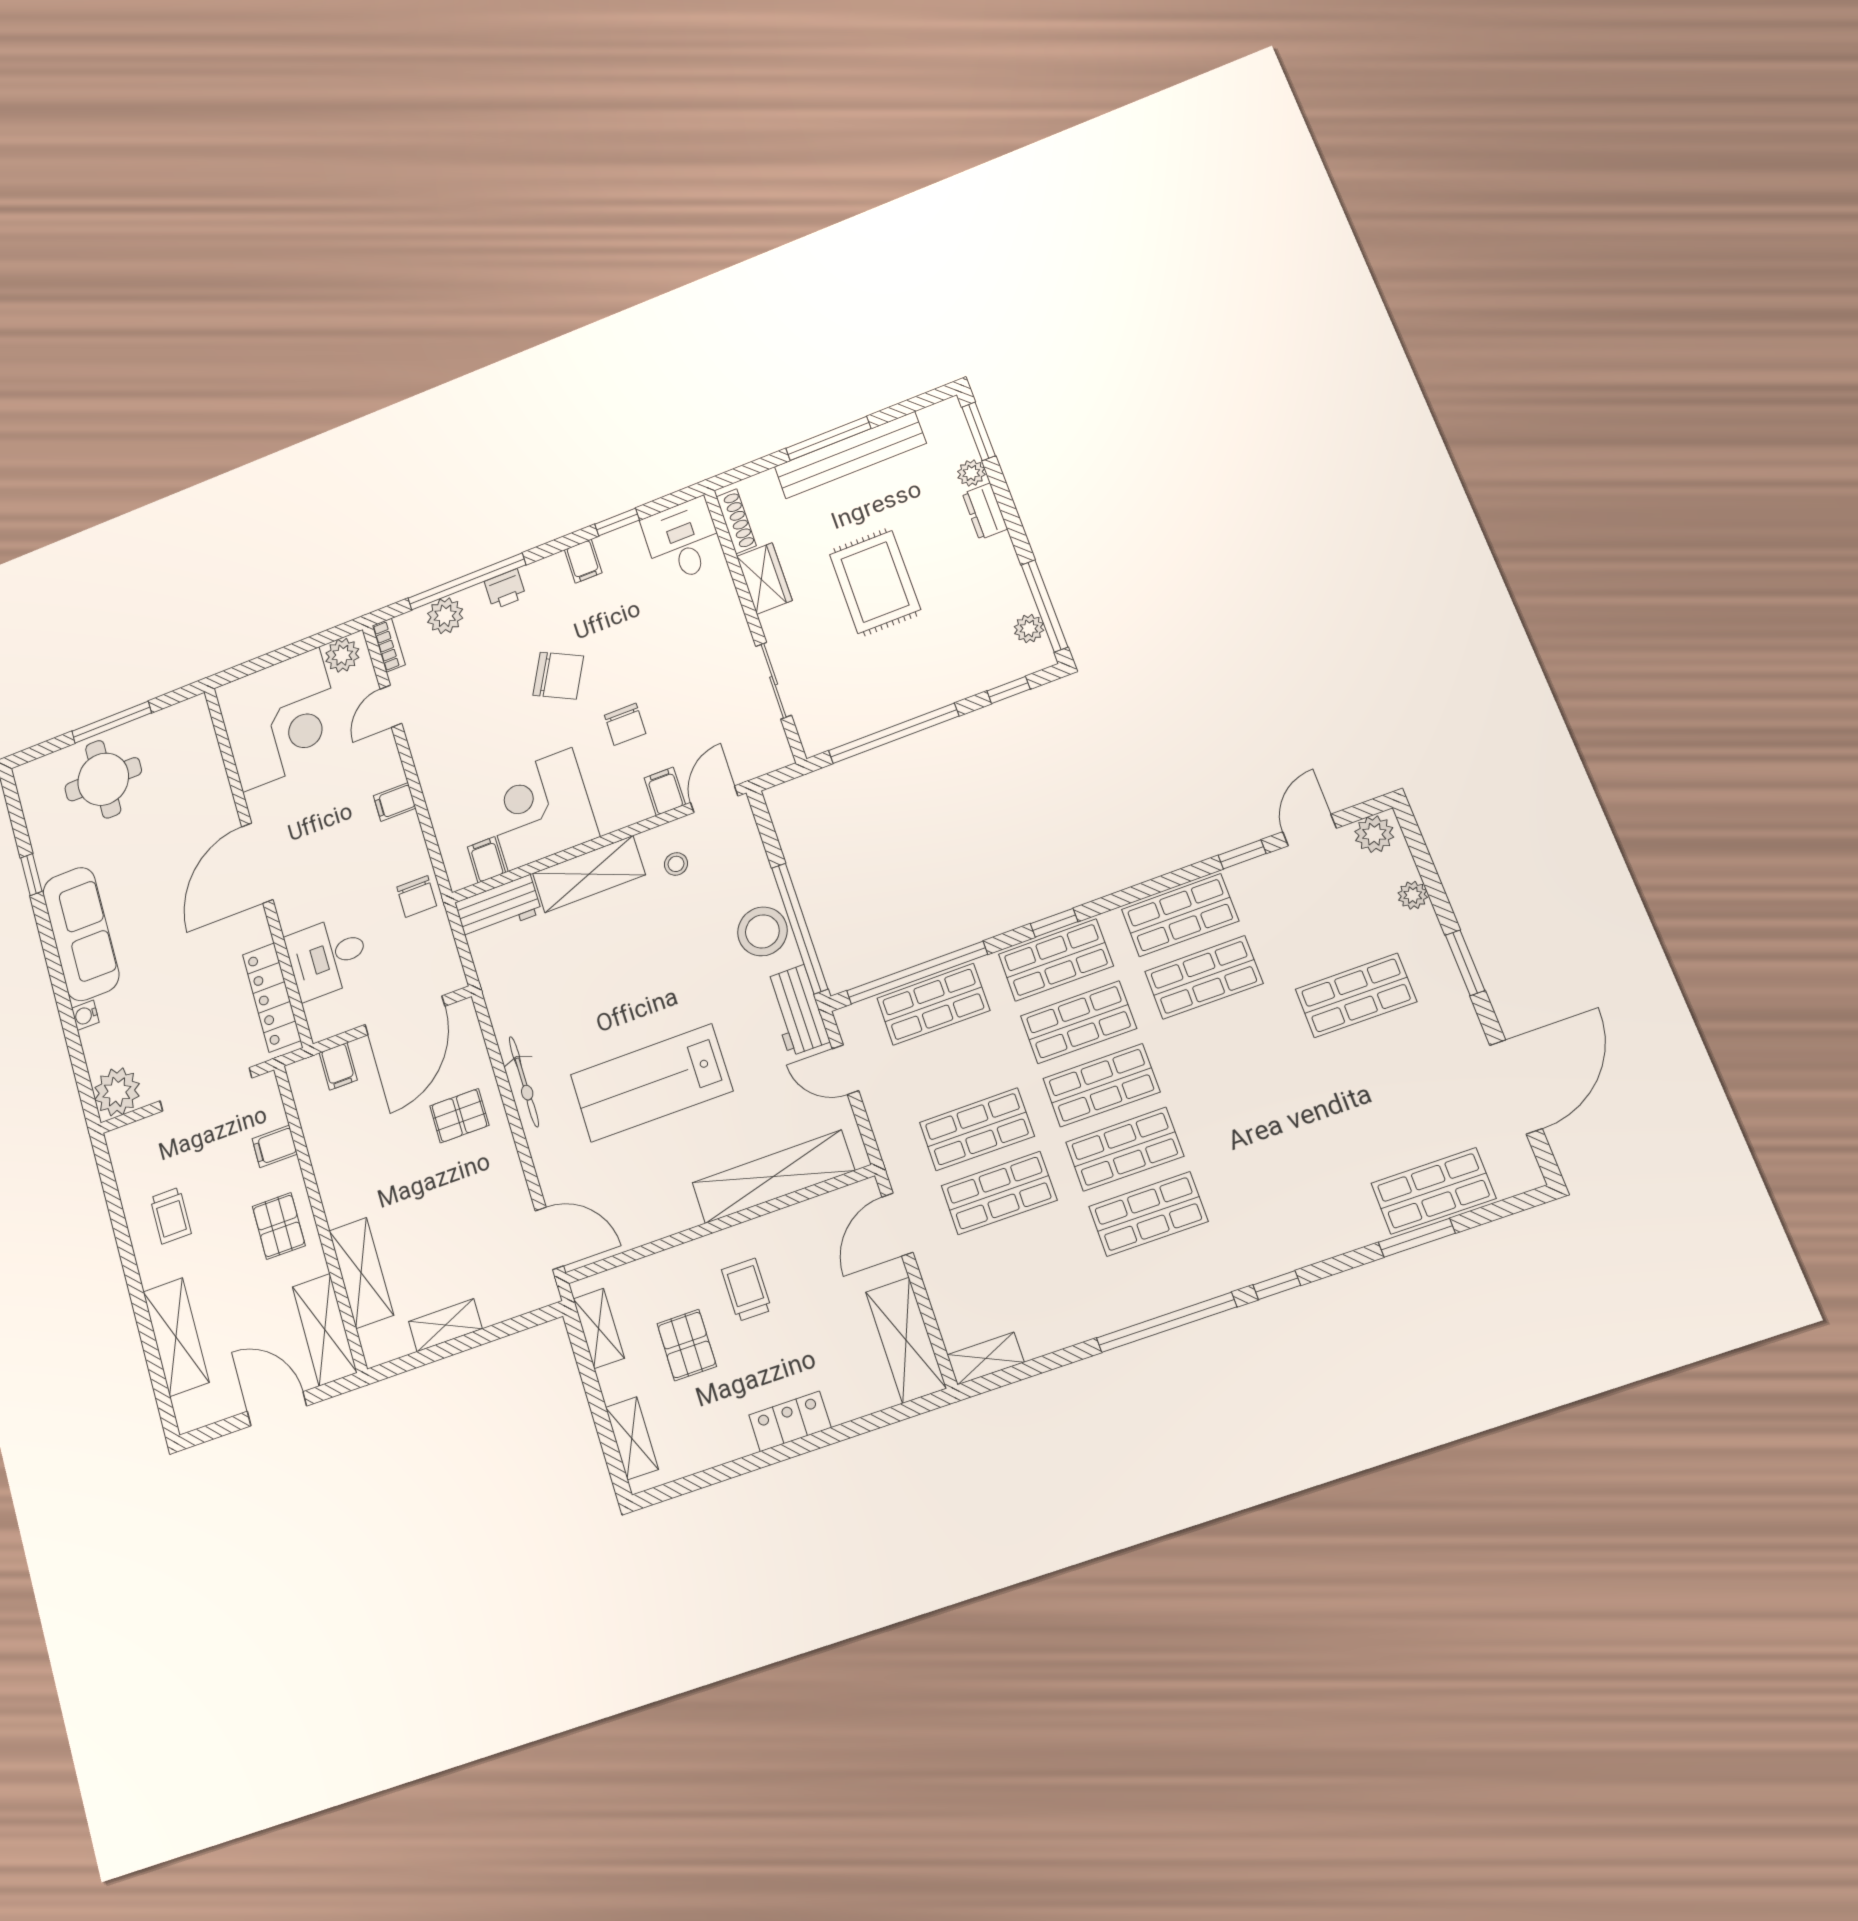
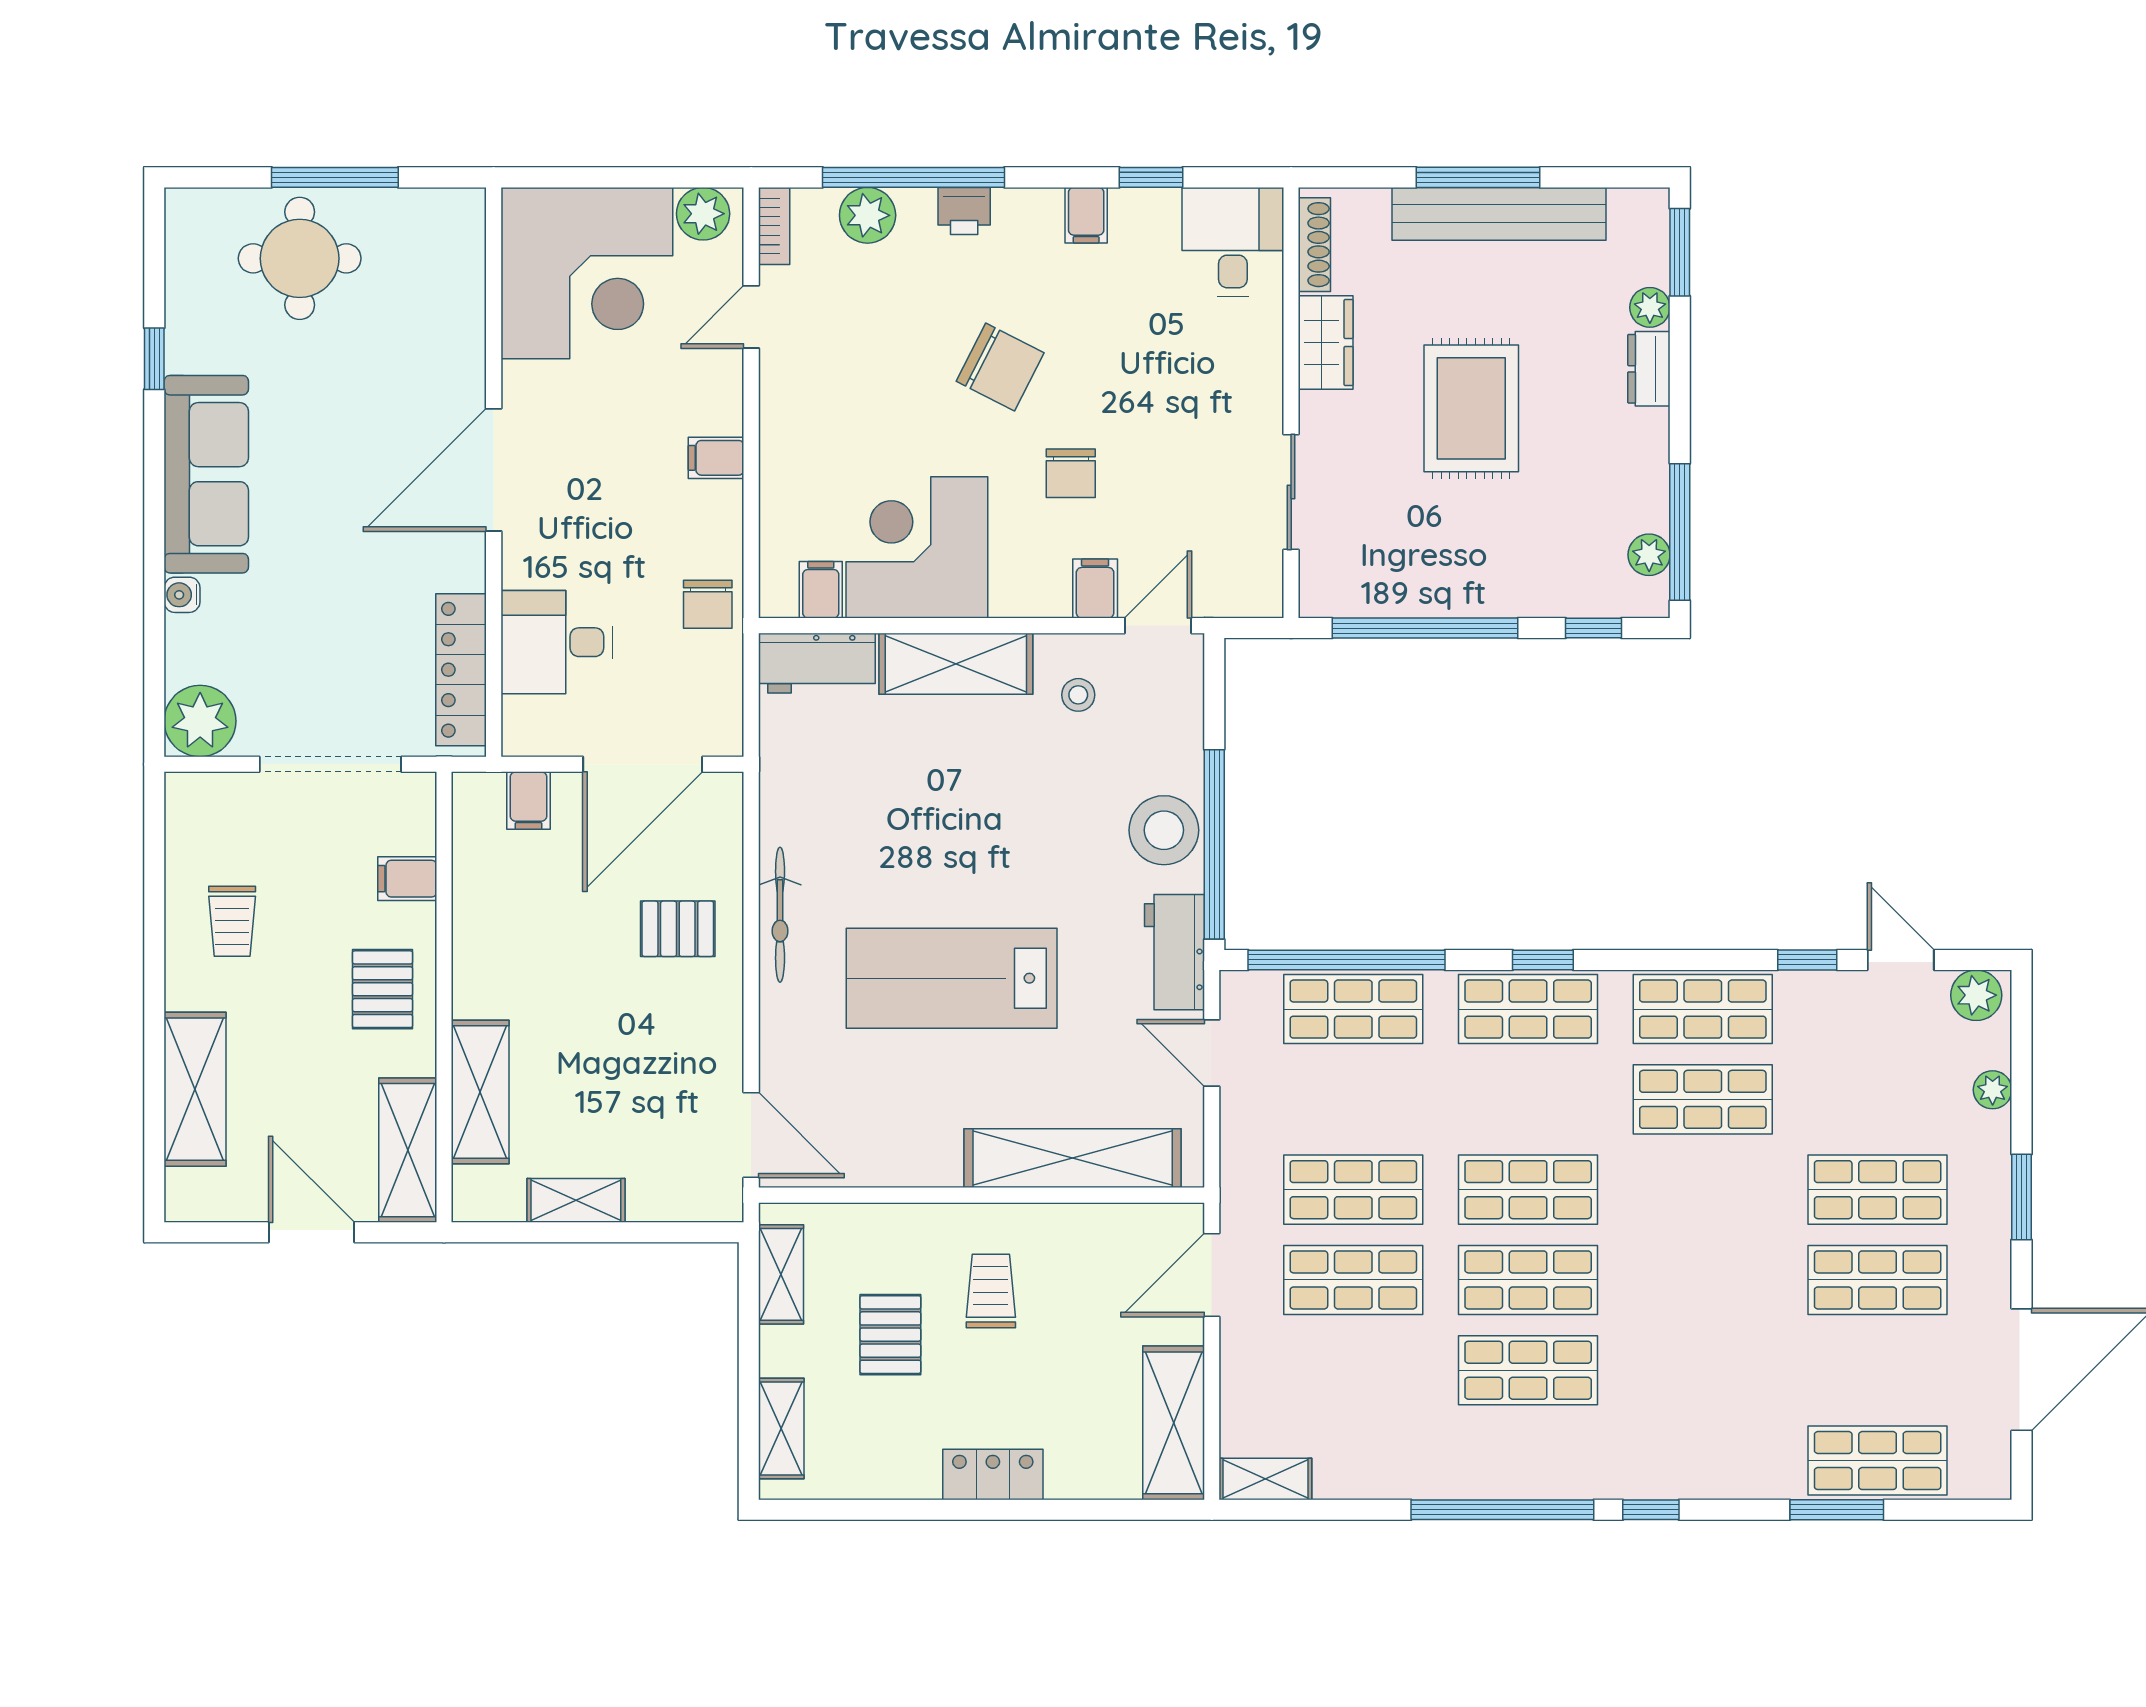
door: (1310, 830) -> (1901, 960), hinge flipped
shop shelf: (1078, 1022) -> (1878, 1280), moved

